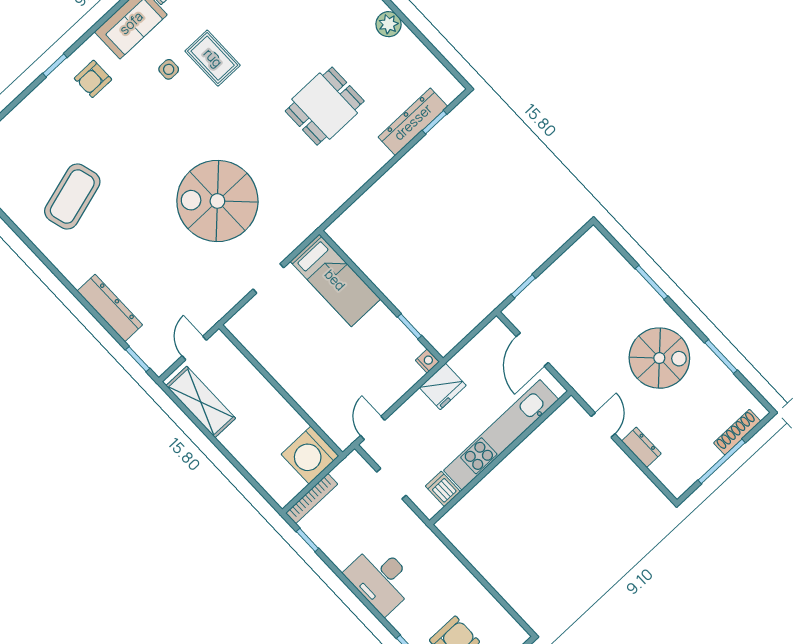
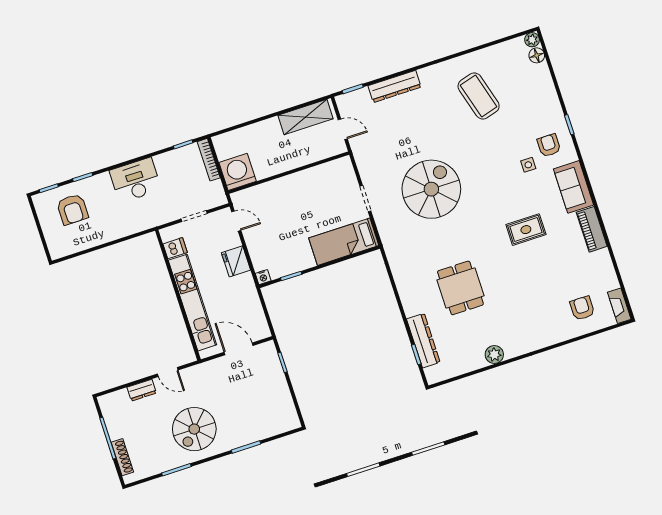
side table: (169, 69) -> (528, 165), moved
fridge: (443, 386) -> (236, 261), moved

